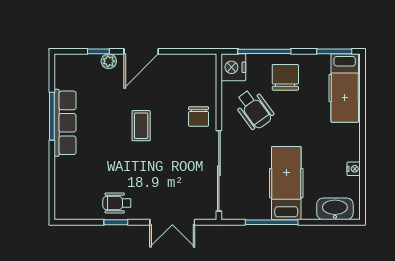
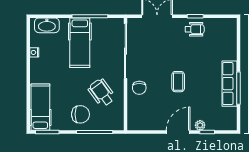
nightstand: (233, 67) -> (116, 121), removed
chair: (285, 77) -> (80, 114), turned -90
chair: (199, 117) -> (139, 88), turned 180

